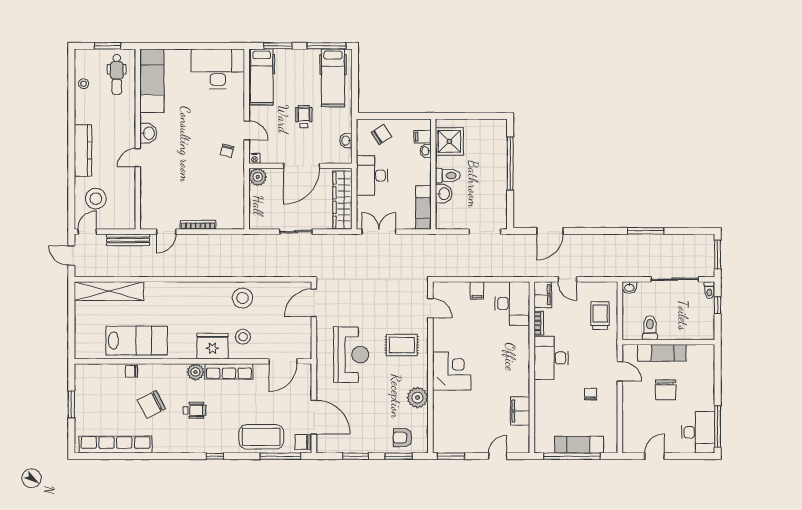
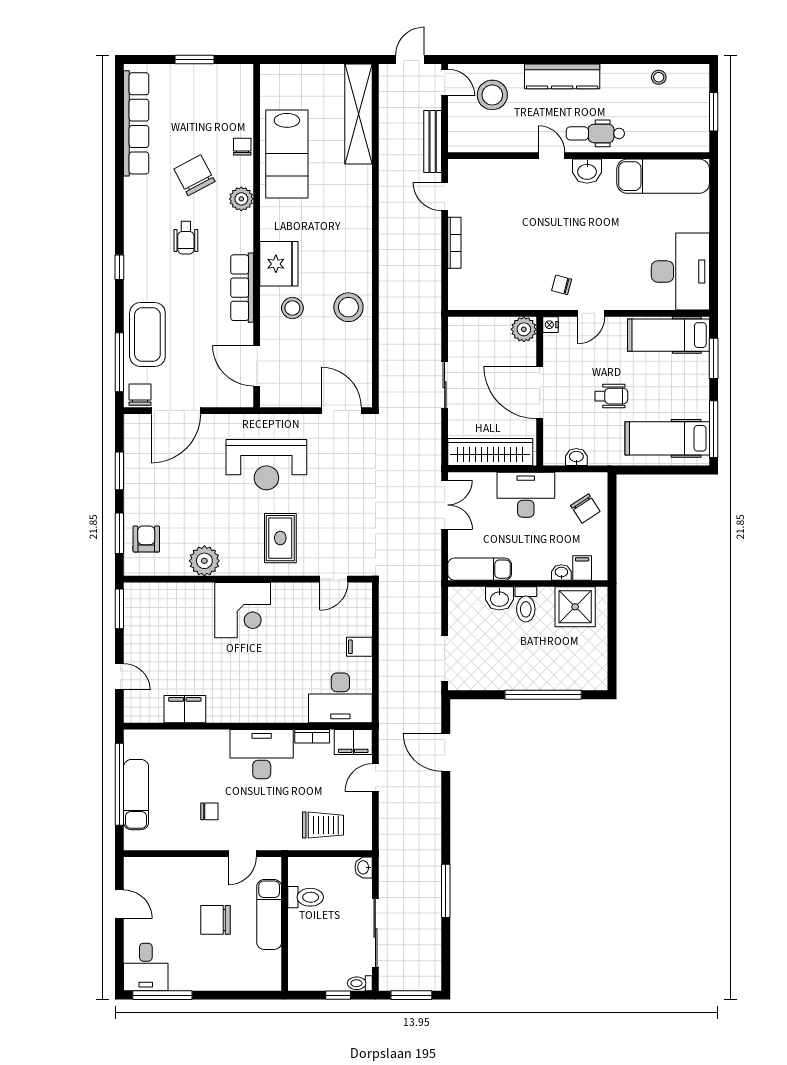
dental chair: (117, 74) -> (595, 133), moved
plant: (195, 372) -> (241, 199), moved
desk: (698, 432) -> (146, 967), width x0.73

